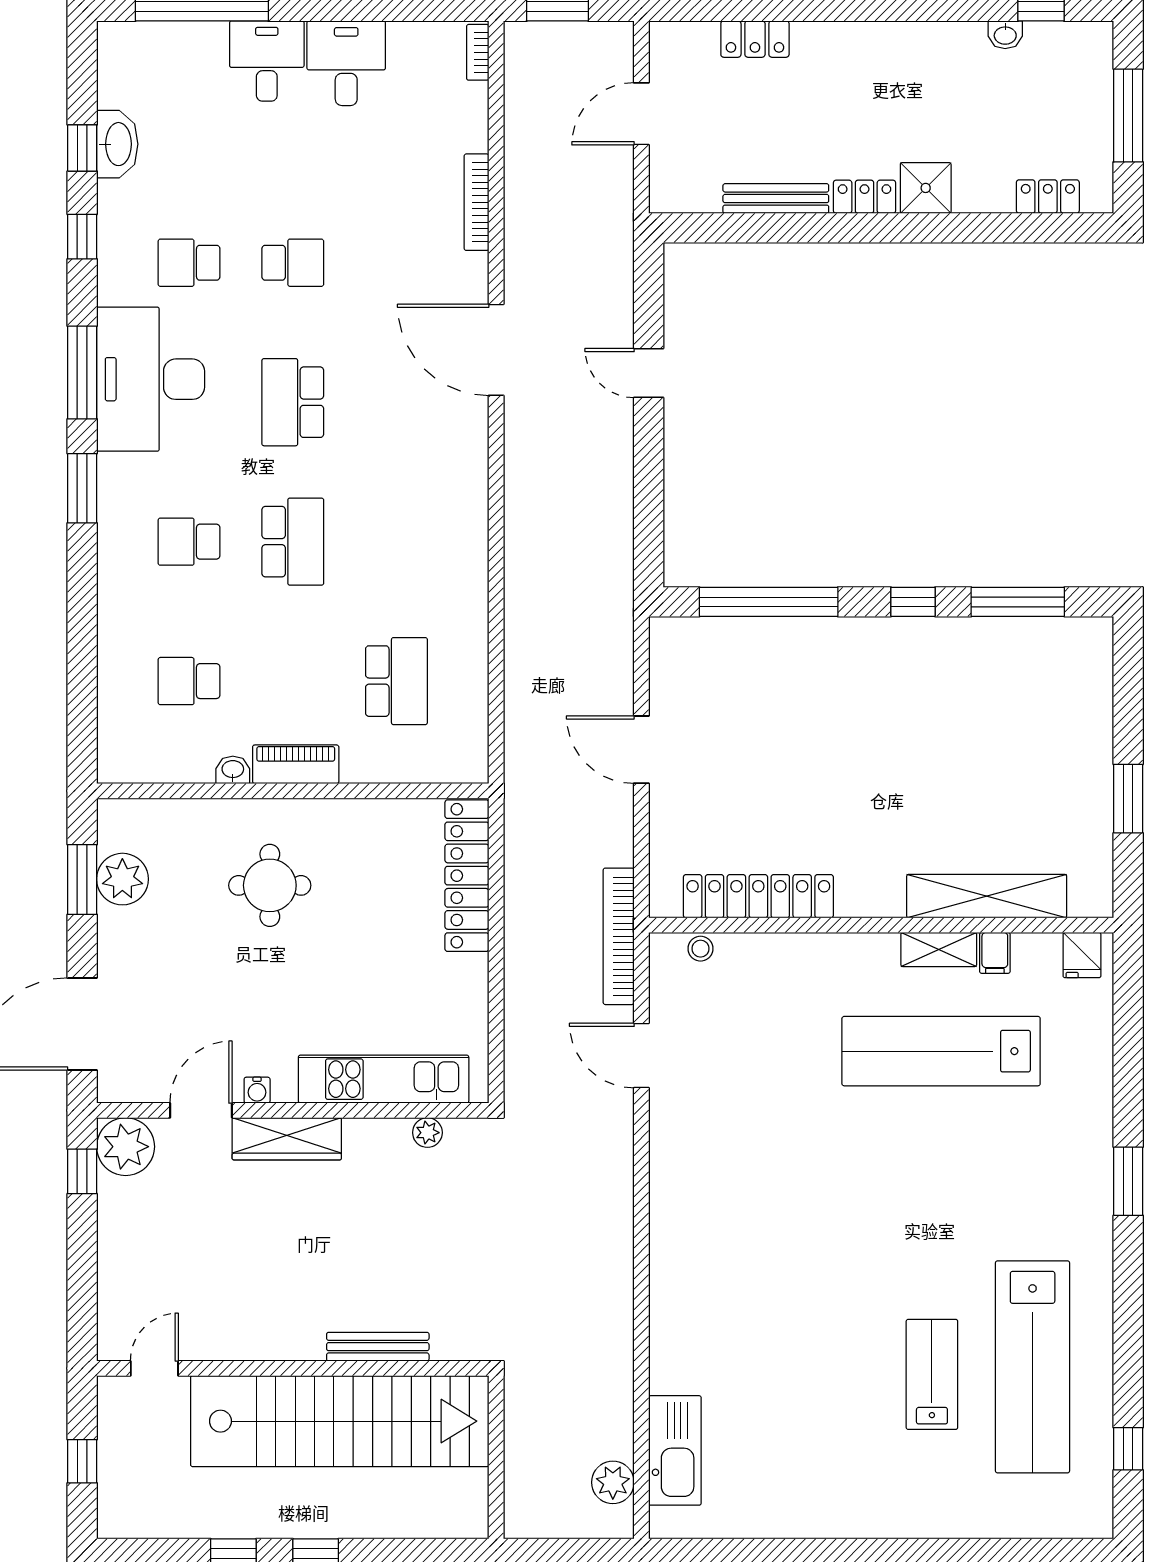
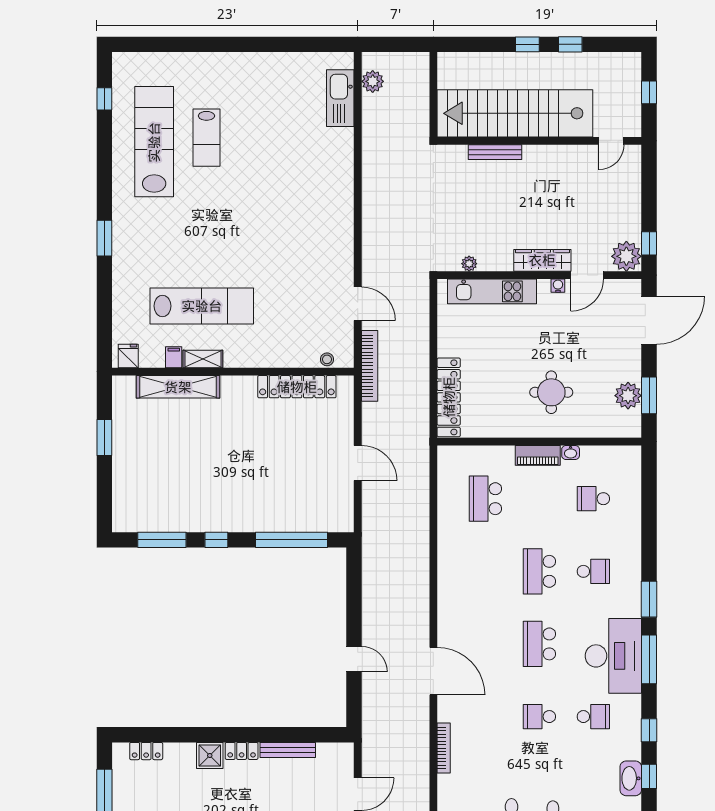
school desk: (293, 402) -> (539, 644), turned 180
school desk: (189, 681) -> (593, 499), turned 180

